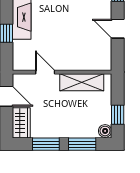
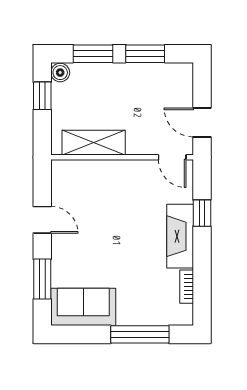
door: (45, 72) -> (172, 157), moved
wardrobe: (21, 123) -> (181, 84), removed

